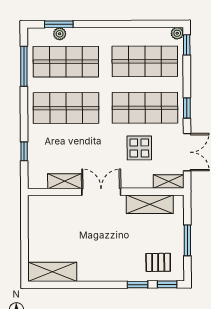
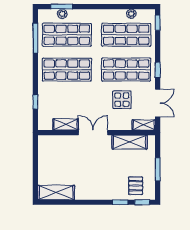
plant: (177, 33) -> (131, 14), moved
pallet: (158, 262) -> (136, 186), turned 90

